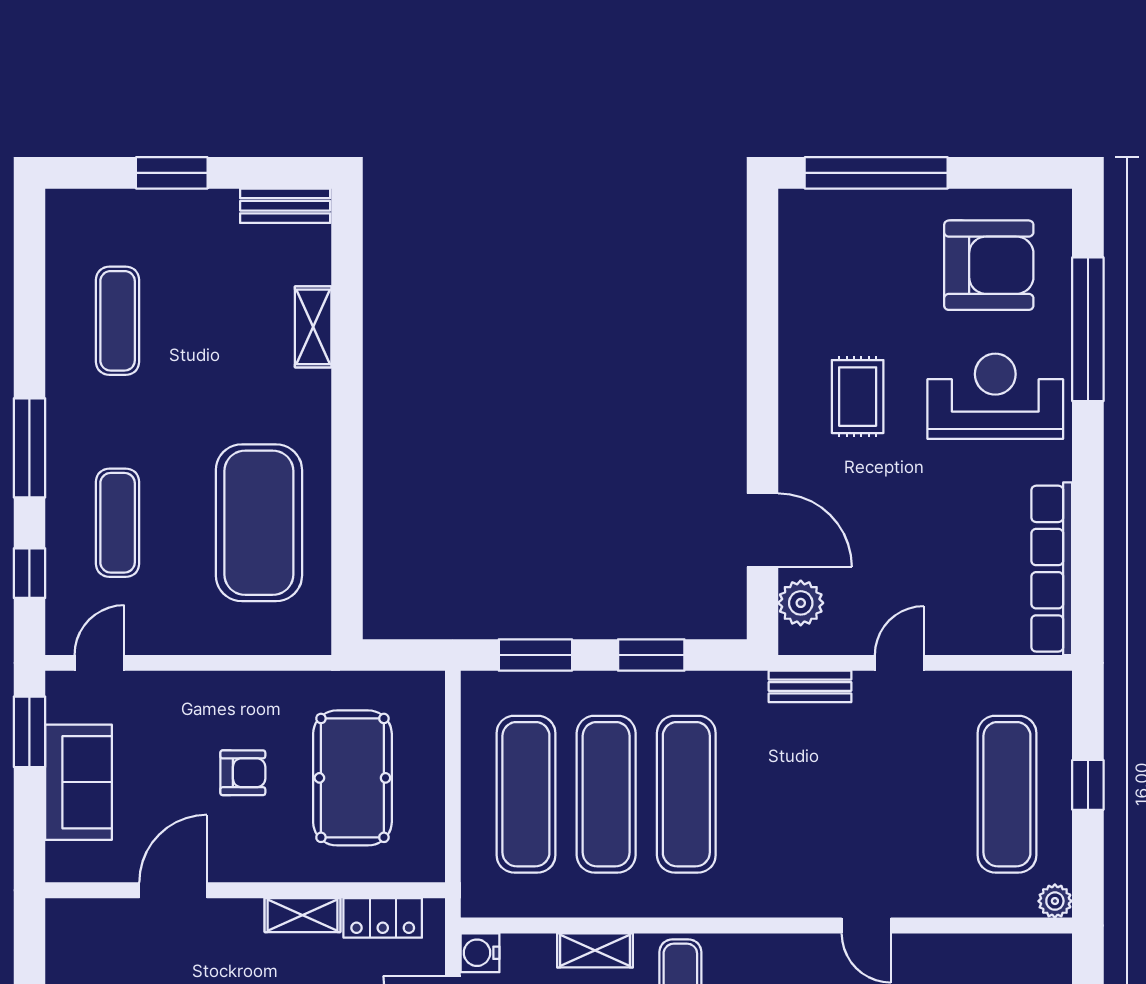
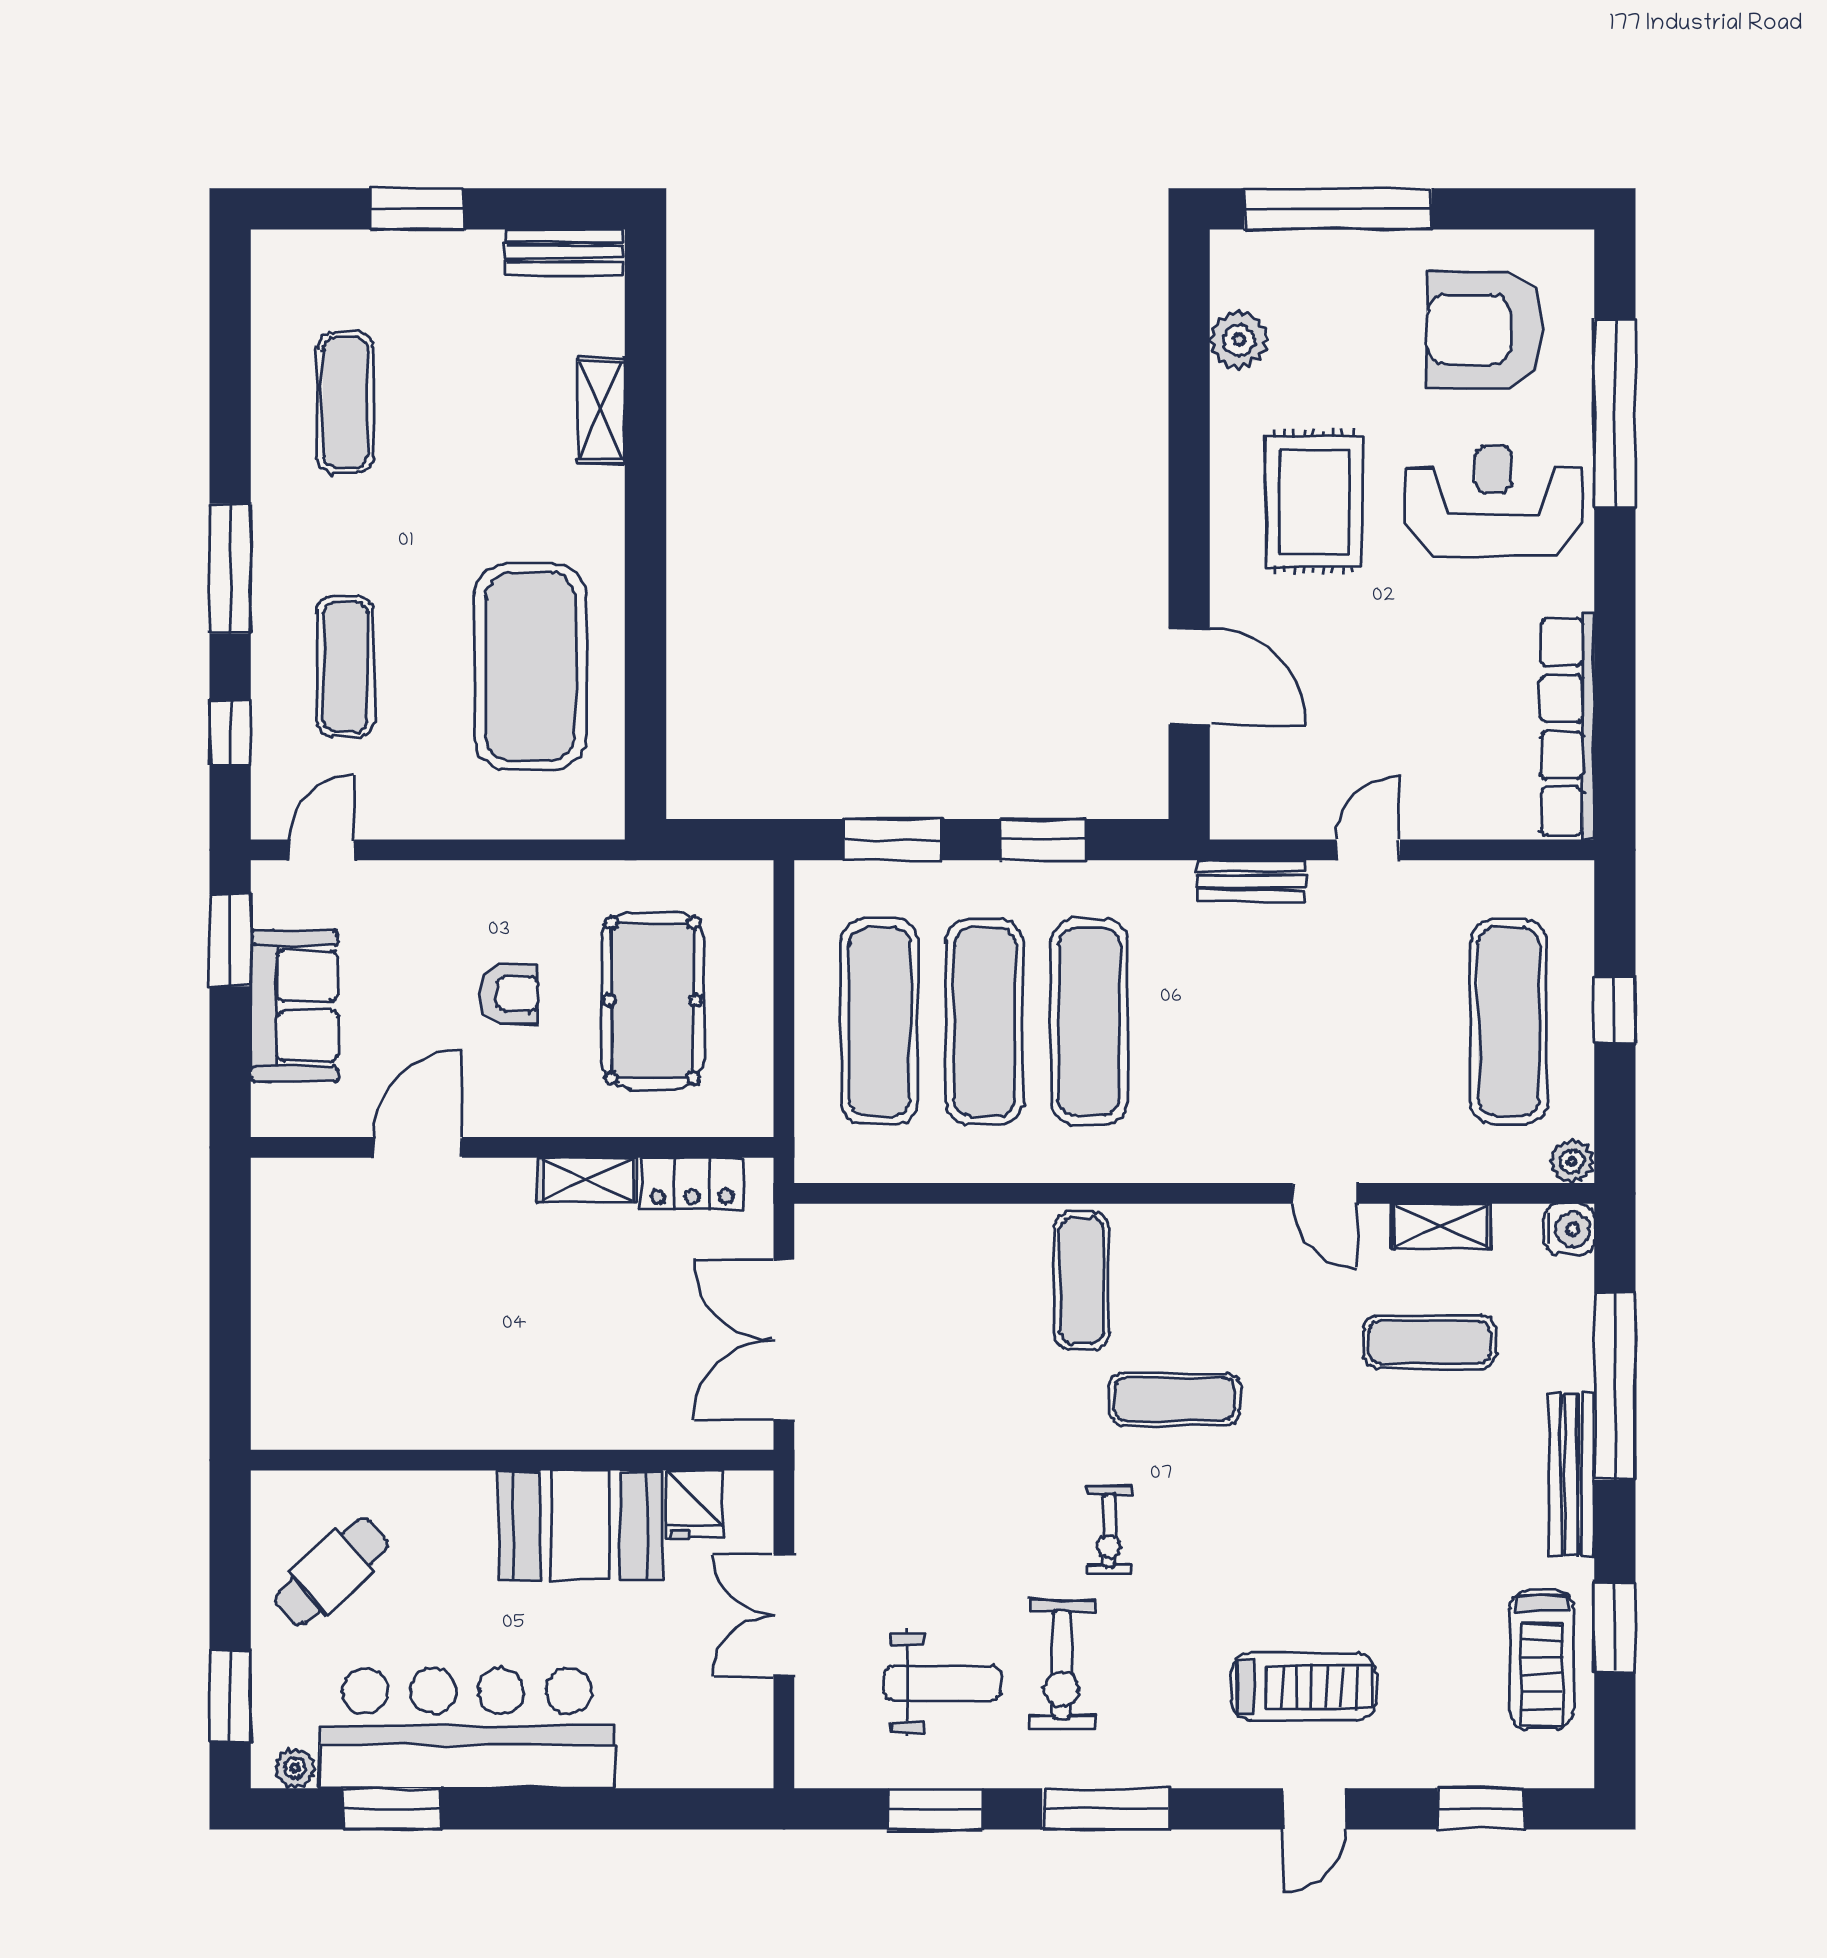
armchair: (989, 265) -> (1485, 330), turned 180
rug: (858, 397) -> (1313, 502), width x1.36, depth x1.43
plant: (801, 603) -> (1239, 340), moved
shelving: (595, 950) -> (1441, 1226), moved
water cooler: (480, 953) -> (1569, 1229), moved, turned 180

